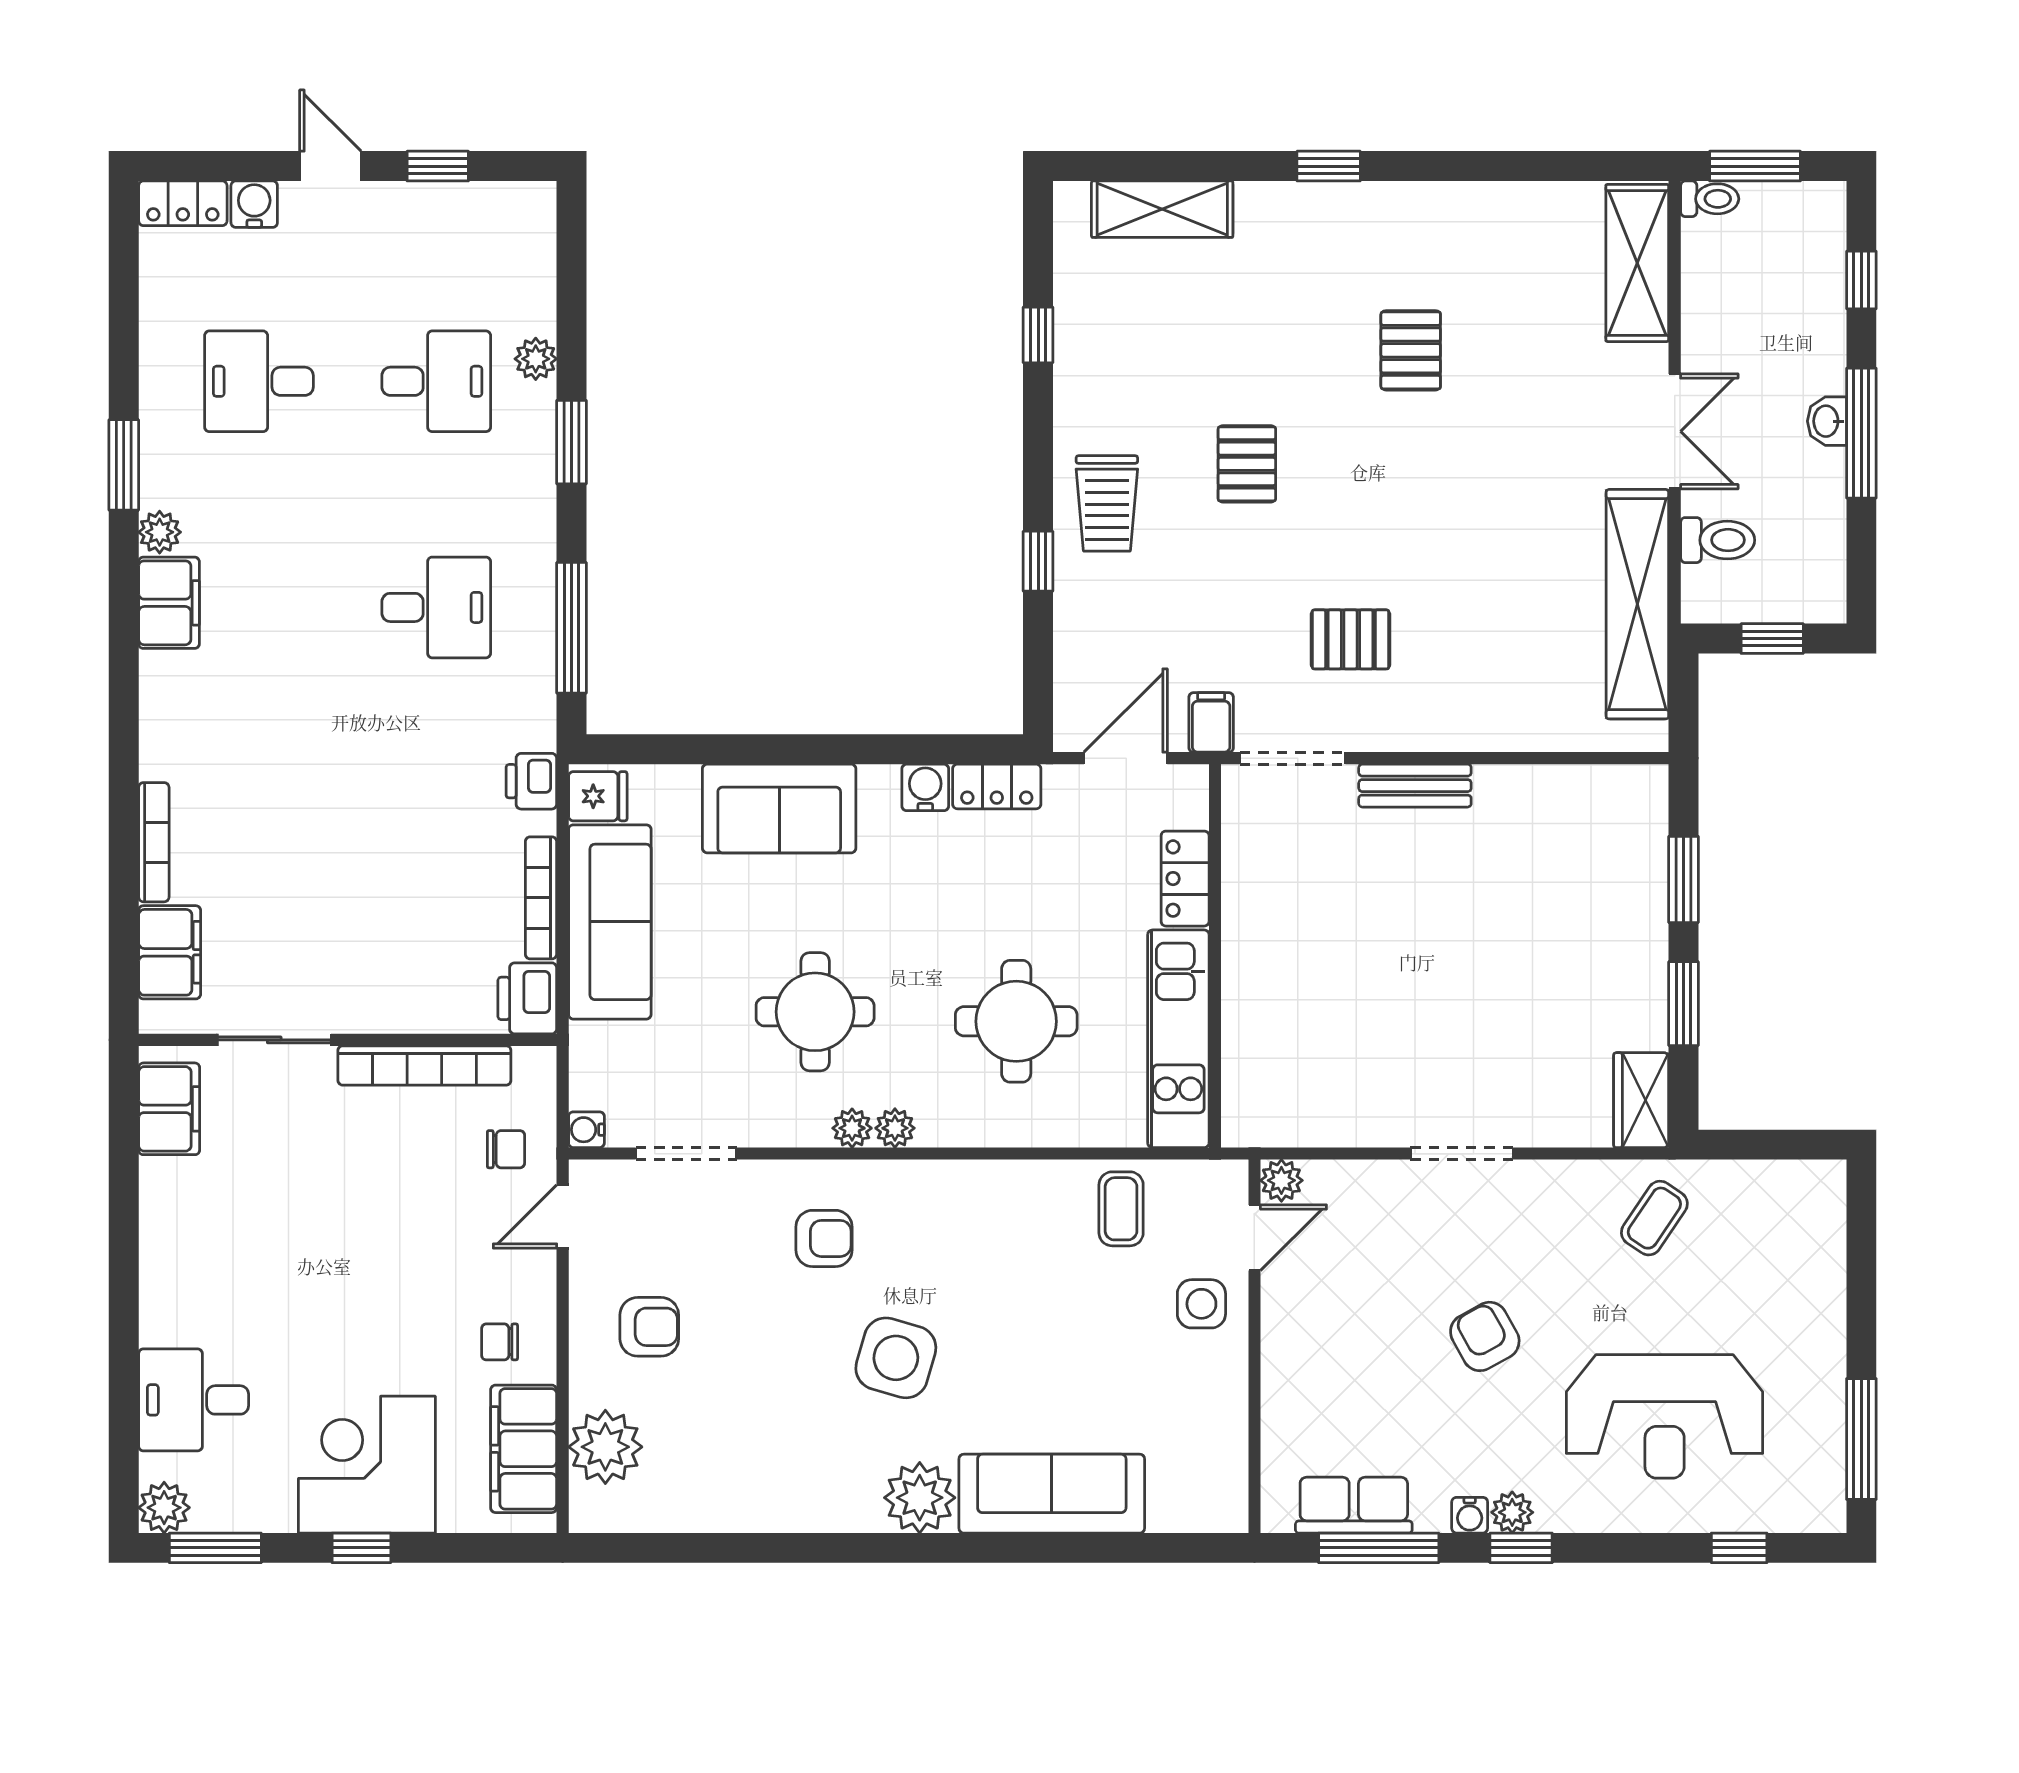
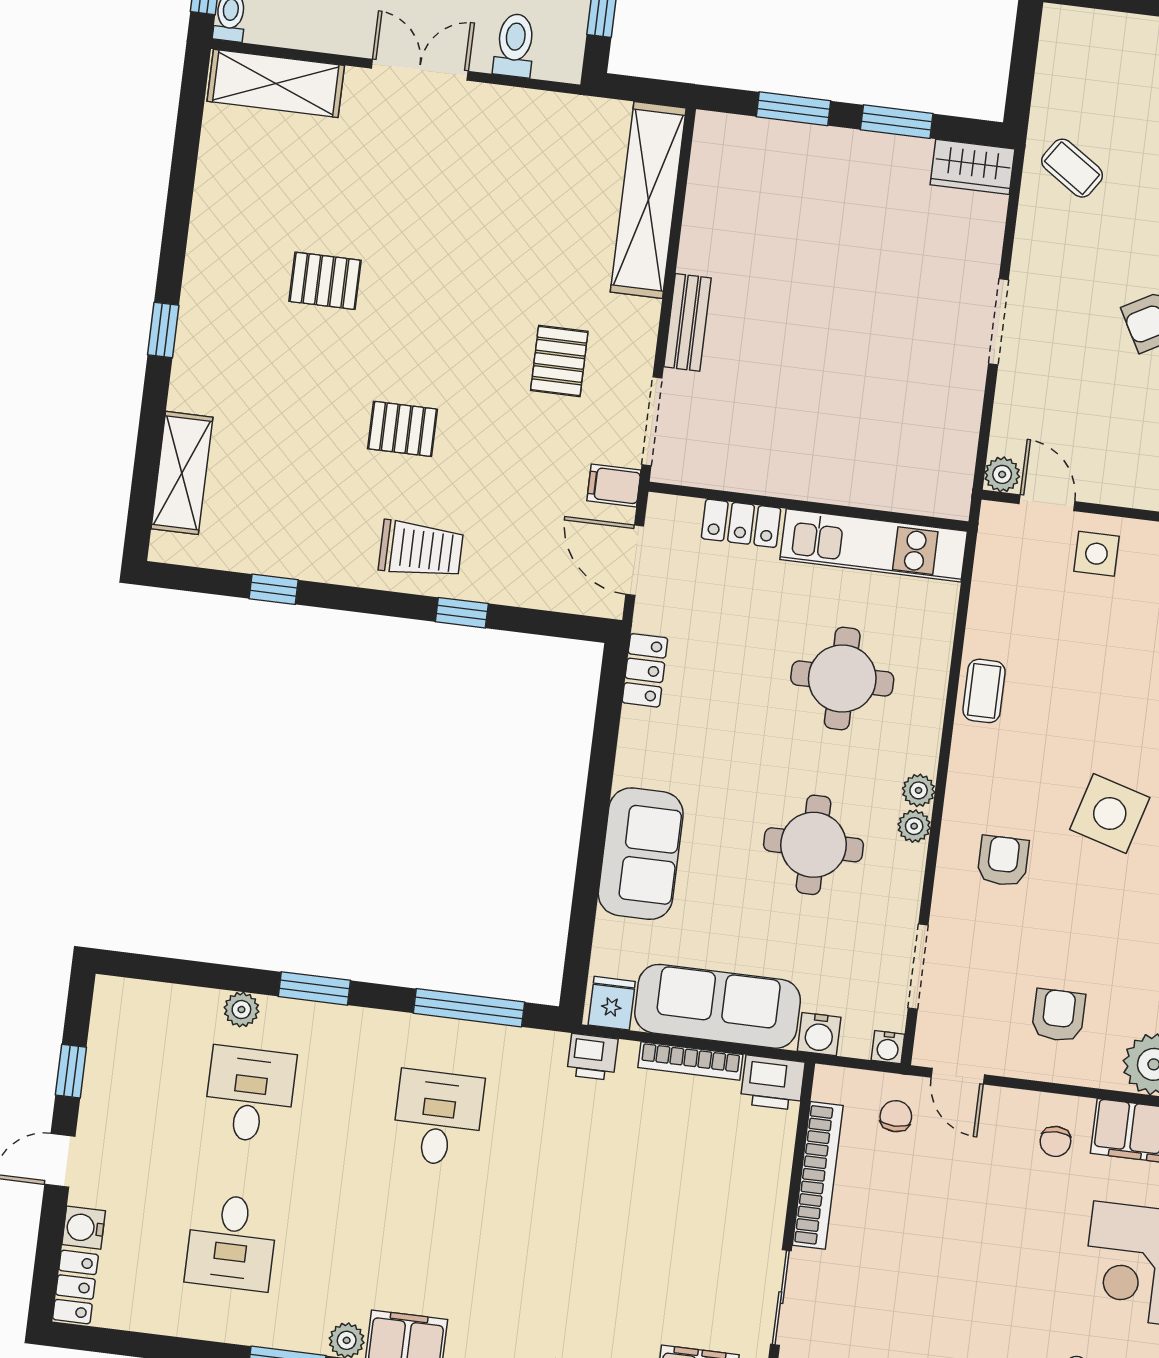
shelving: (1637, 604) -> (648, 200), moved, turned 90
water cooler: (925, 787) -> (819, 1034), moved, turned -90
coffee table: (1121, 1209) -> (984, 691), moved, turned 90

